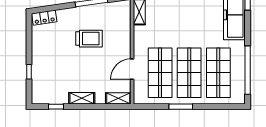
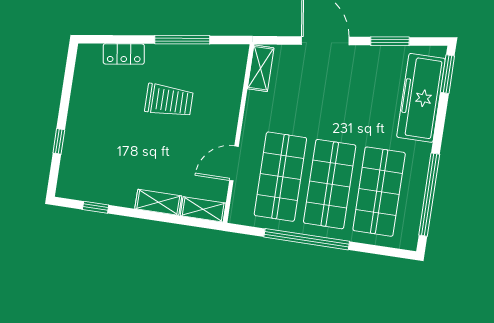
locker: (44, 18) -> (124, 54), moved
shelving: (82, 98) -> (158, 202), moved
window: (181, 107) -> (307, 239), width x2.11

